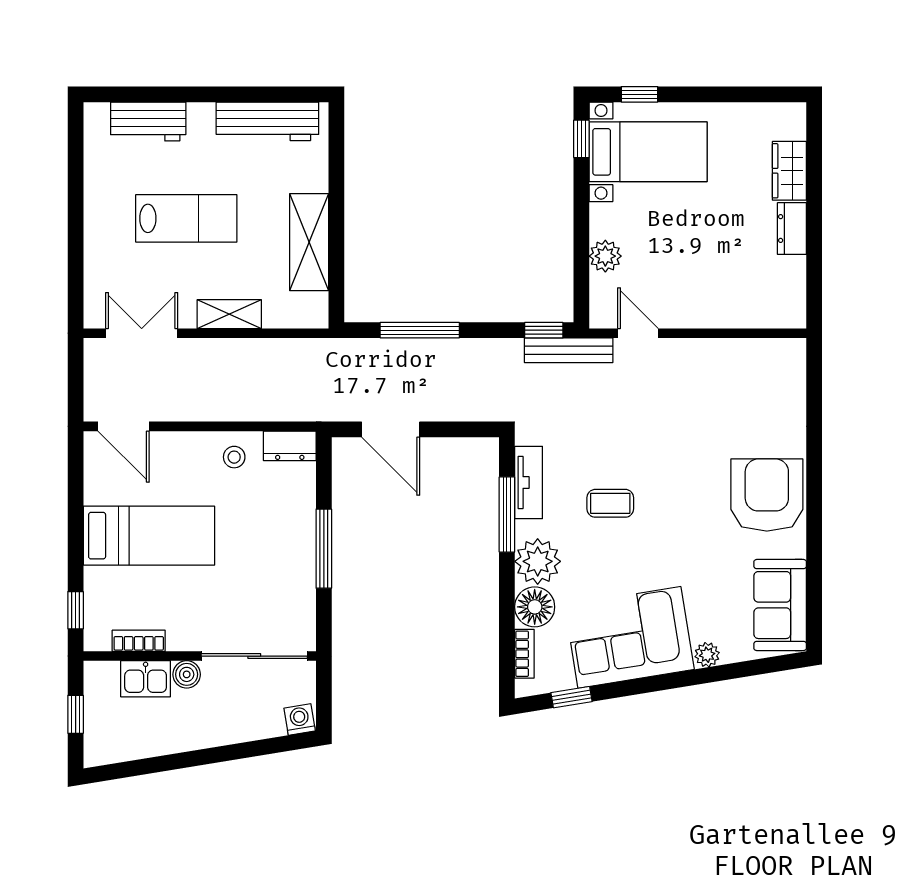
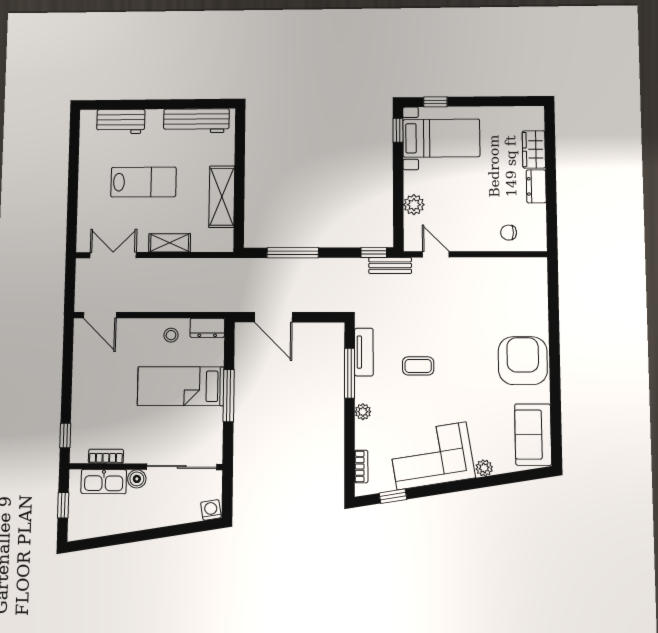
chair: (749, 300) -> (509, 233), added
bench: (569, 350) -> (390, 266), width x0.73
bed: (149, 536) -> (181, 386), moved, turned 180
plant: (538, 561) -> (363, 412), width x0.53, depth x0.53
floor lamp: (535, 607) -> (368, 435), removed
kitchen sink: (146, 679) -> (104, 482), width x1.38

